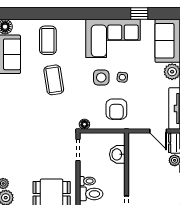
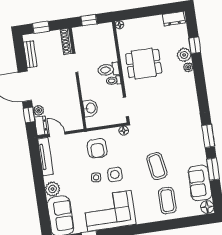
armchair: (116, 109) -> (97, 148), turned 180

